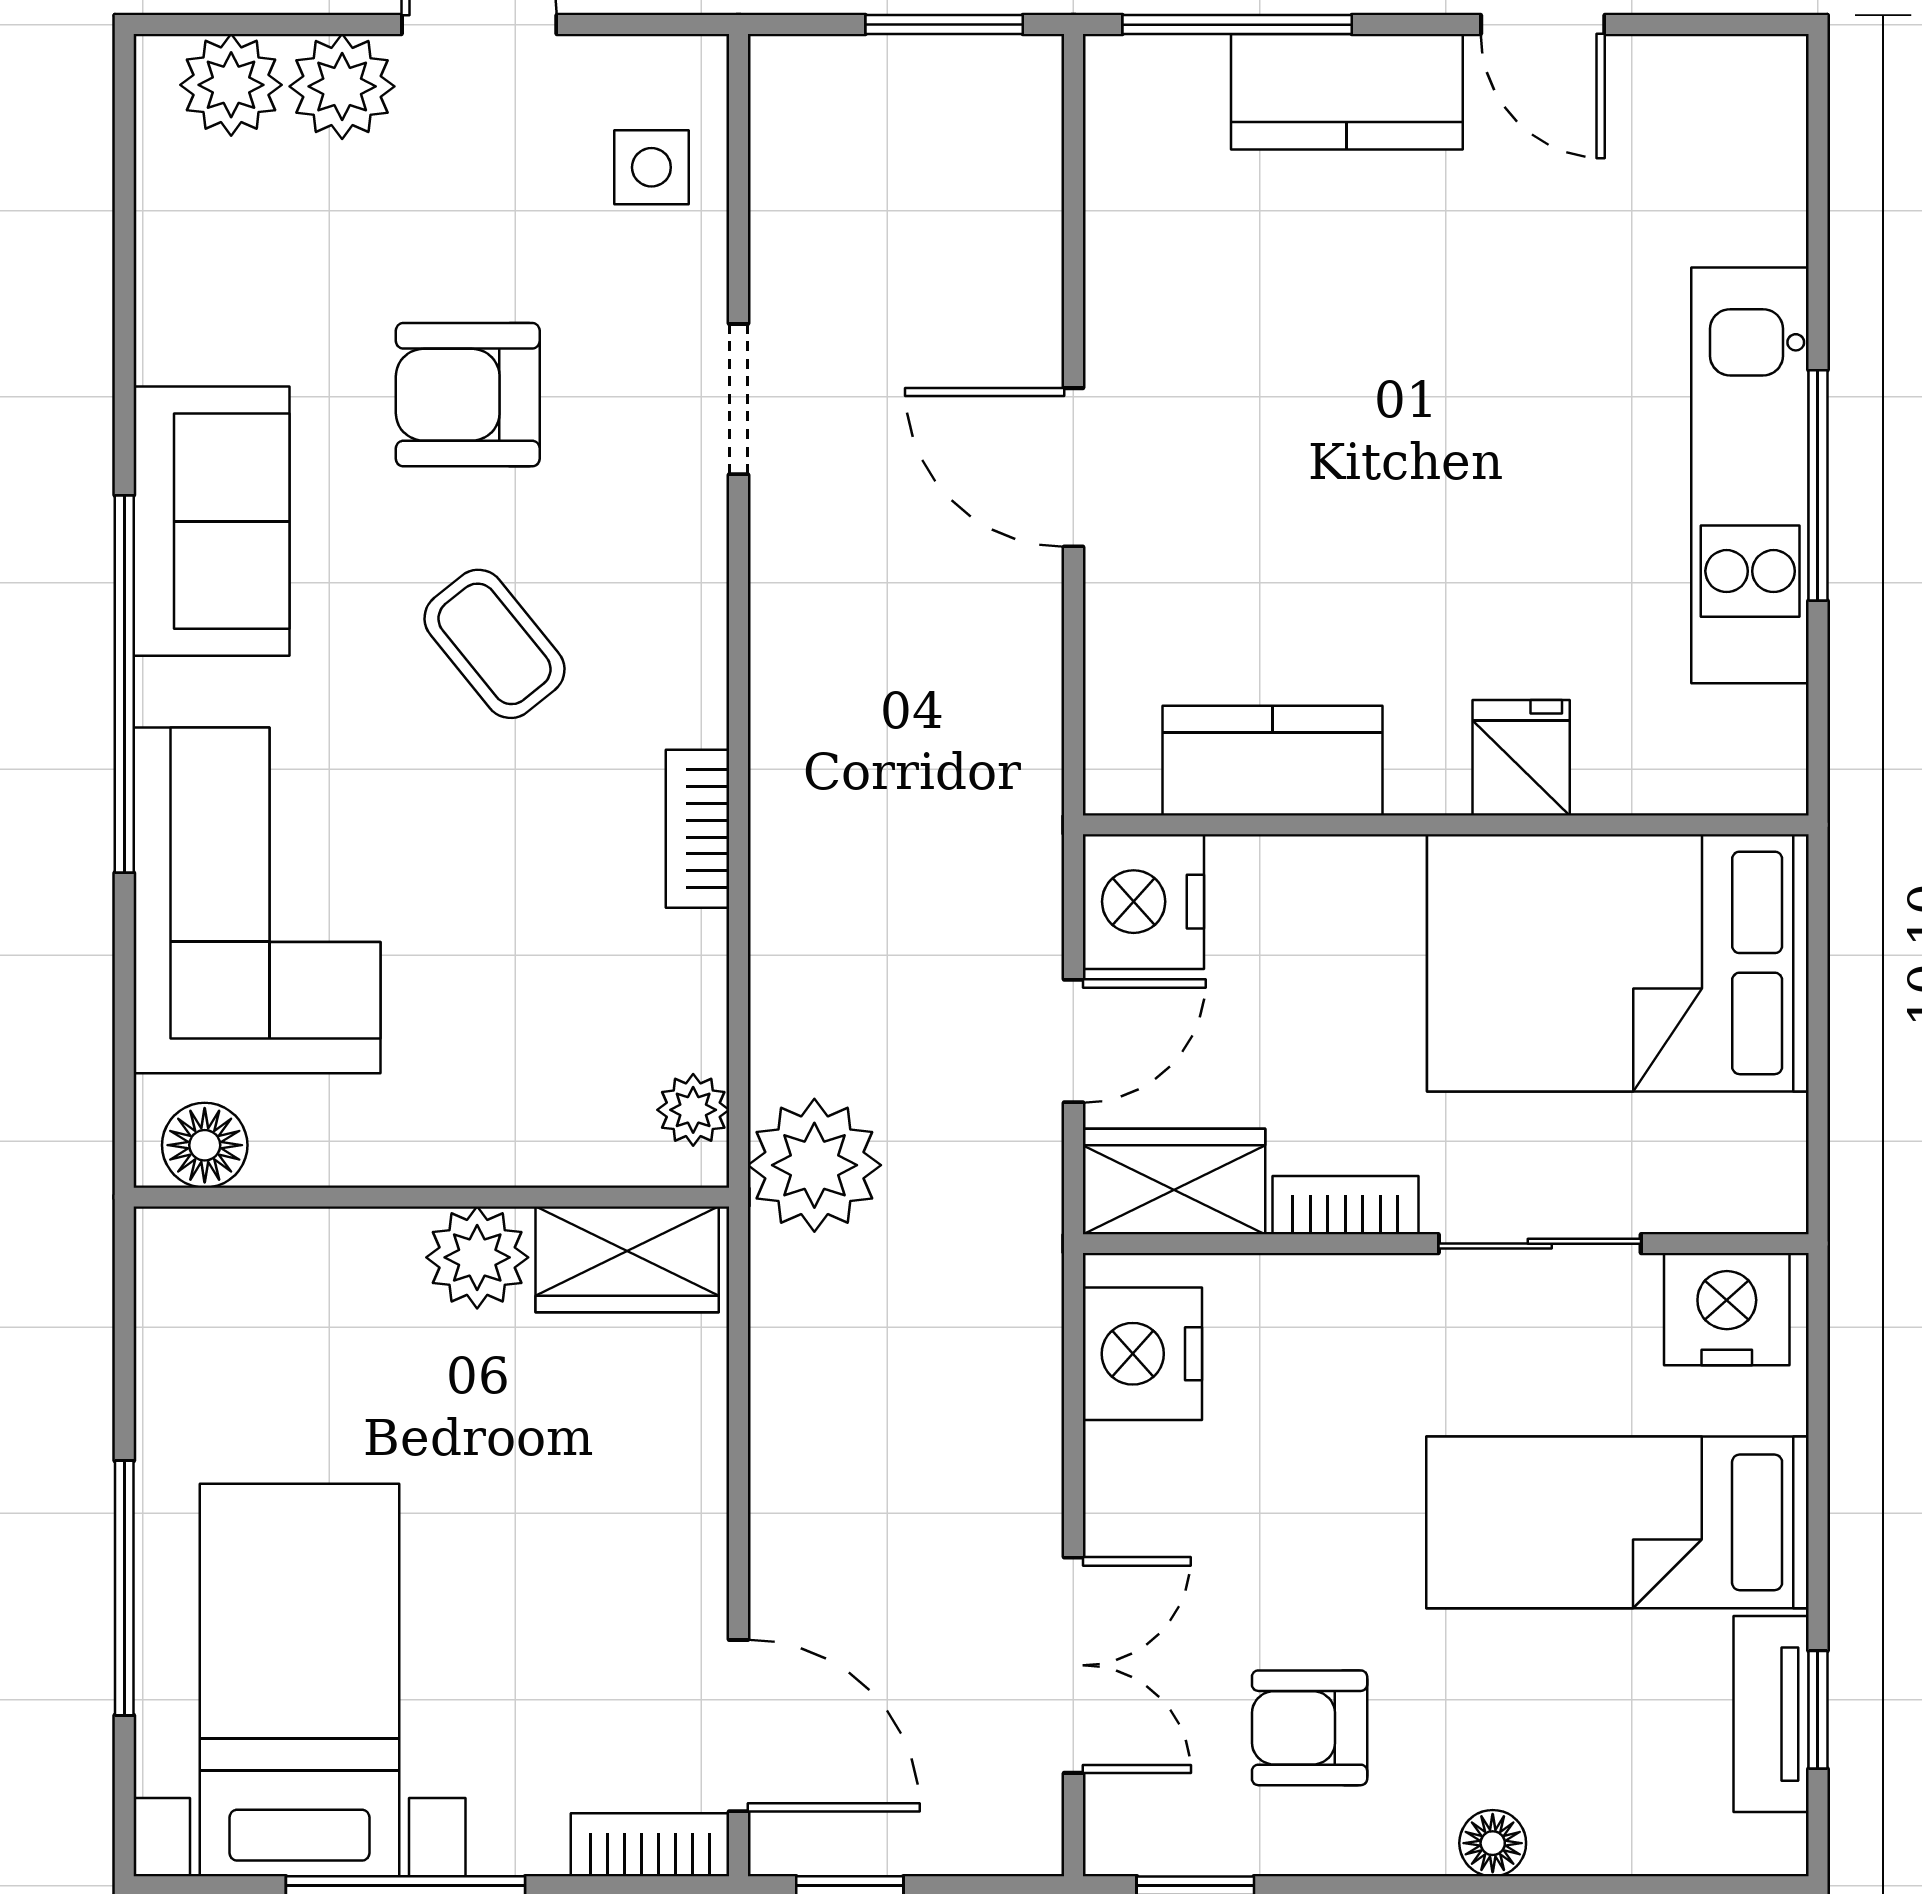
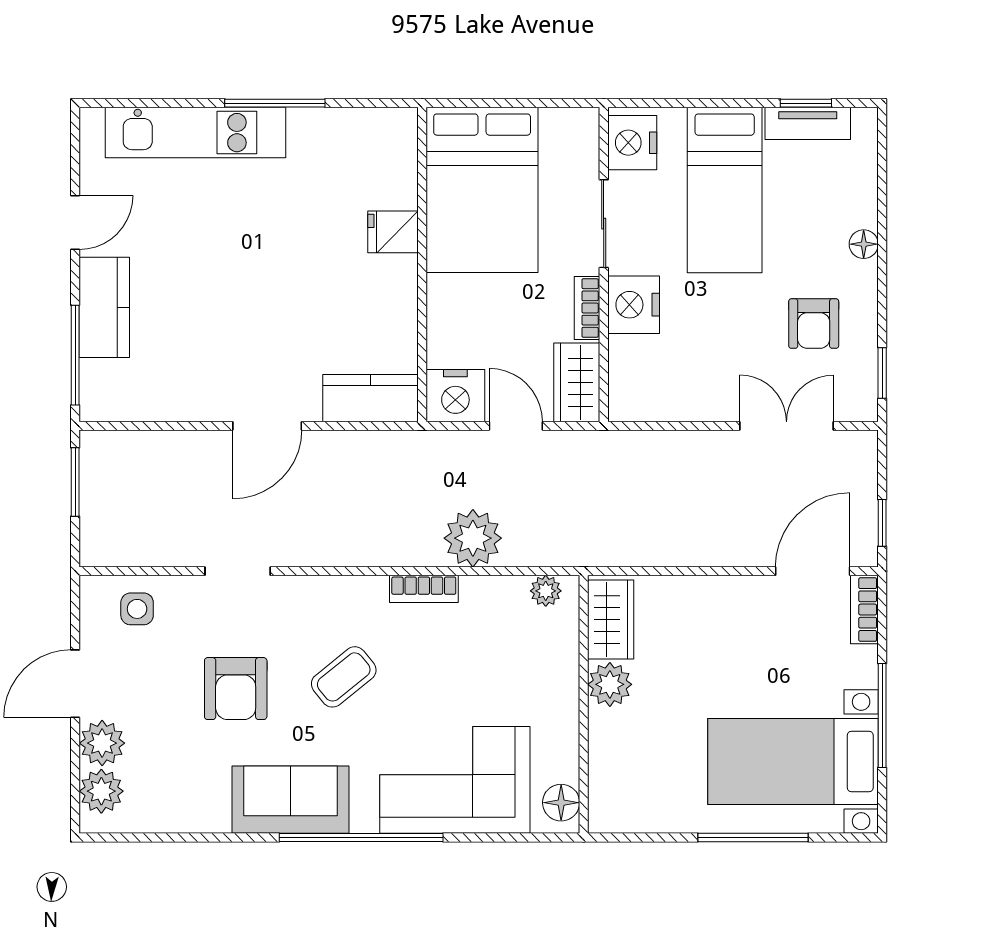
kitchen unit: (1750, 475) -> (195, 133), moved
kitchen counter: (1273, 761) -> (371, 398), moved, turned 90
plant: (814, 1165) -> (473, 538), moved
nightstand: (1142, 1354) -> (634, 305), moved, turned 90

